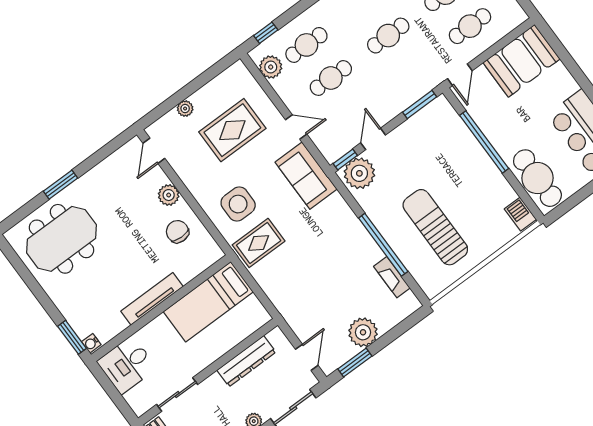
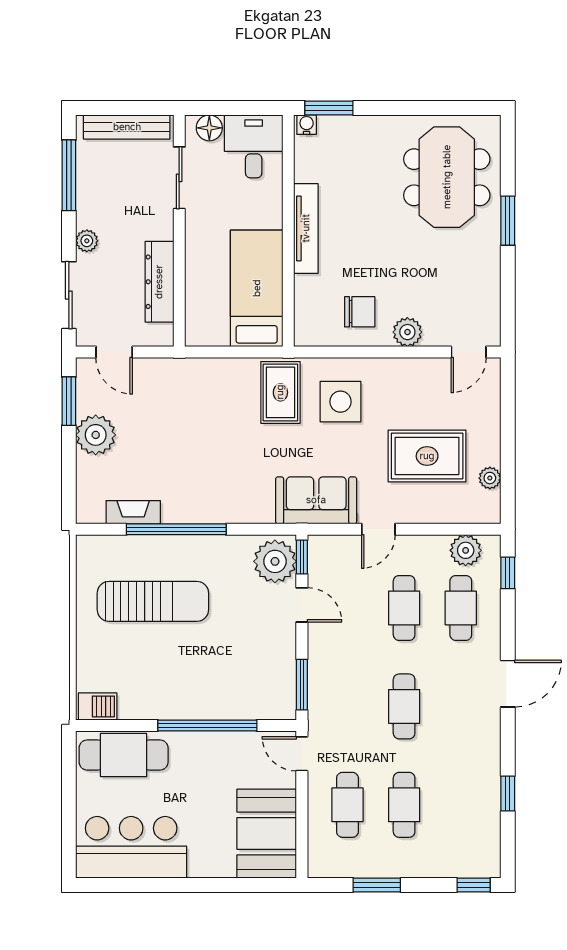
plant: (185, 109) -> (490, 478), moved
rug: (232, 130) -> (427, 456), turned 90
door: (154, 151) -> (469, 352), swing flipped
floor lamp: (135, 398) -> (209, 128), added

